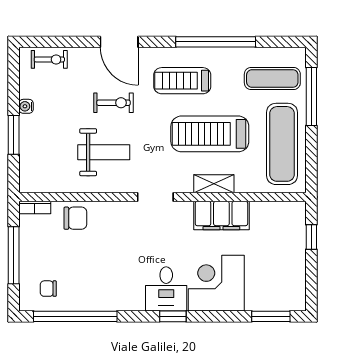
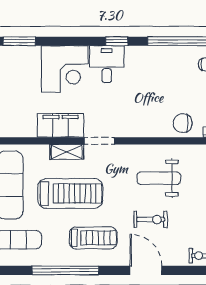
exercise bike: (114, 103) -> (151, 219), turned 180
doorway: (155, 197) -> (99, 141), moved
window: (173, 316) -> (117, 41), moved

